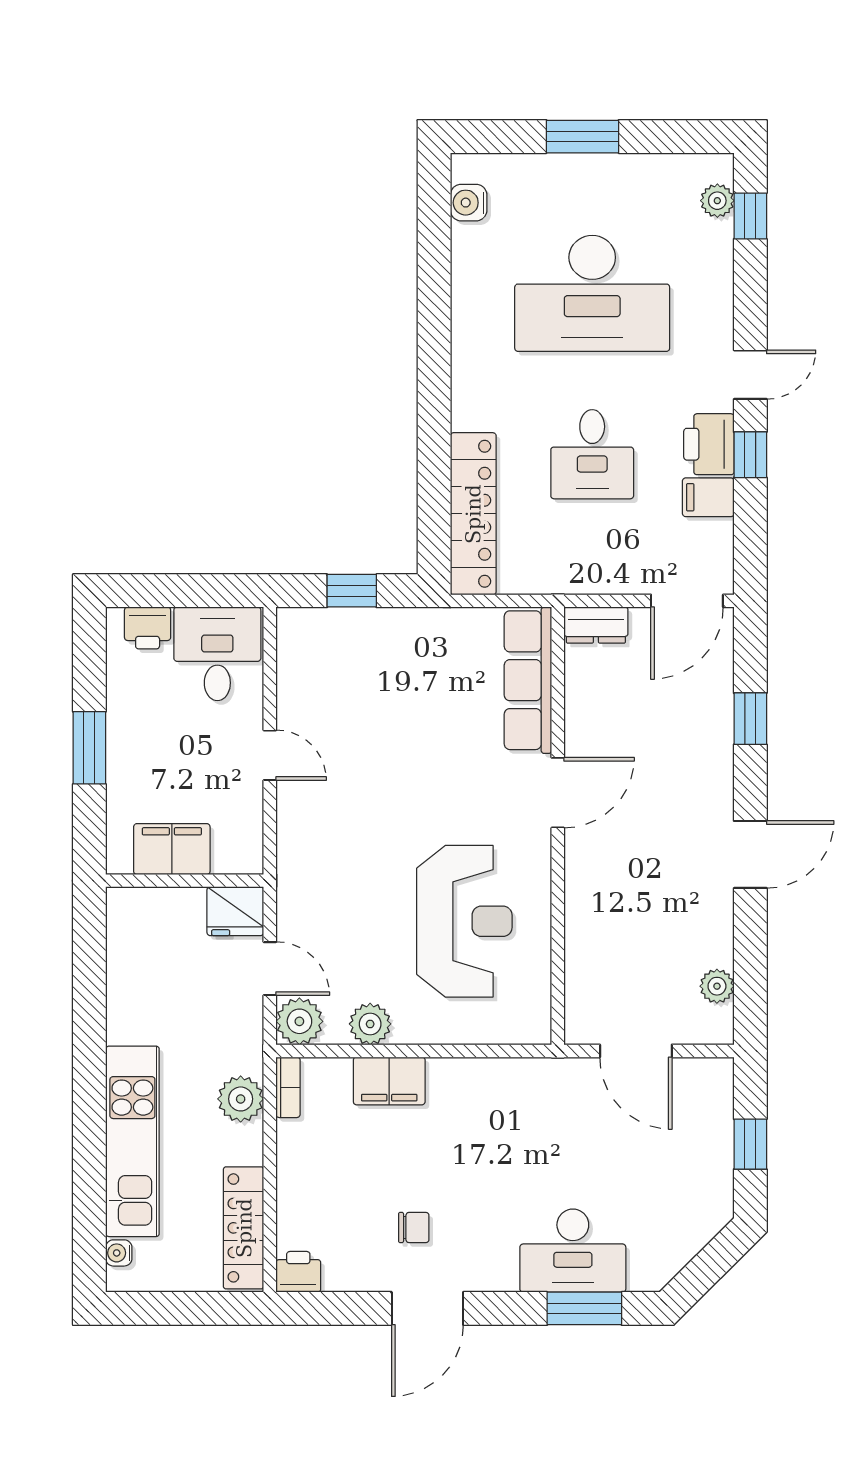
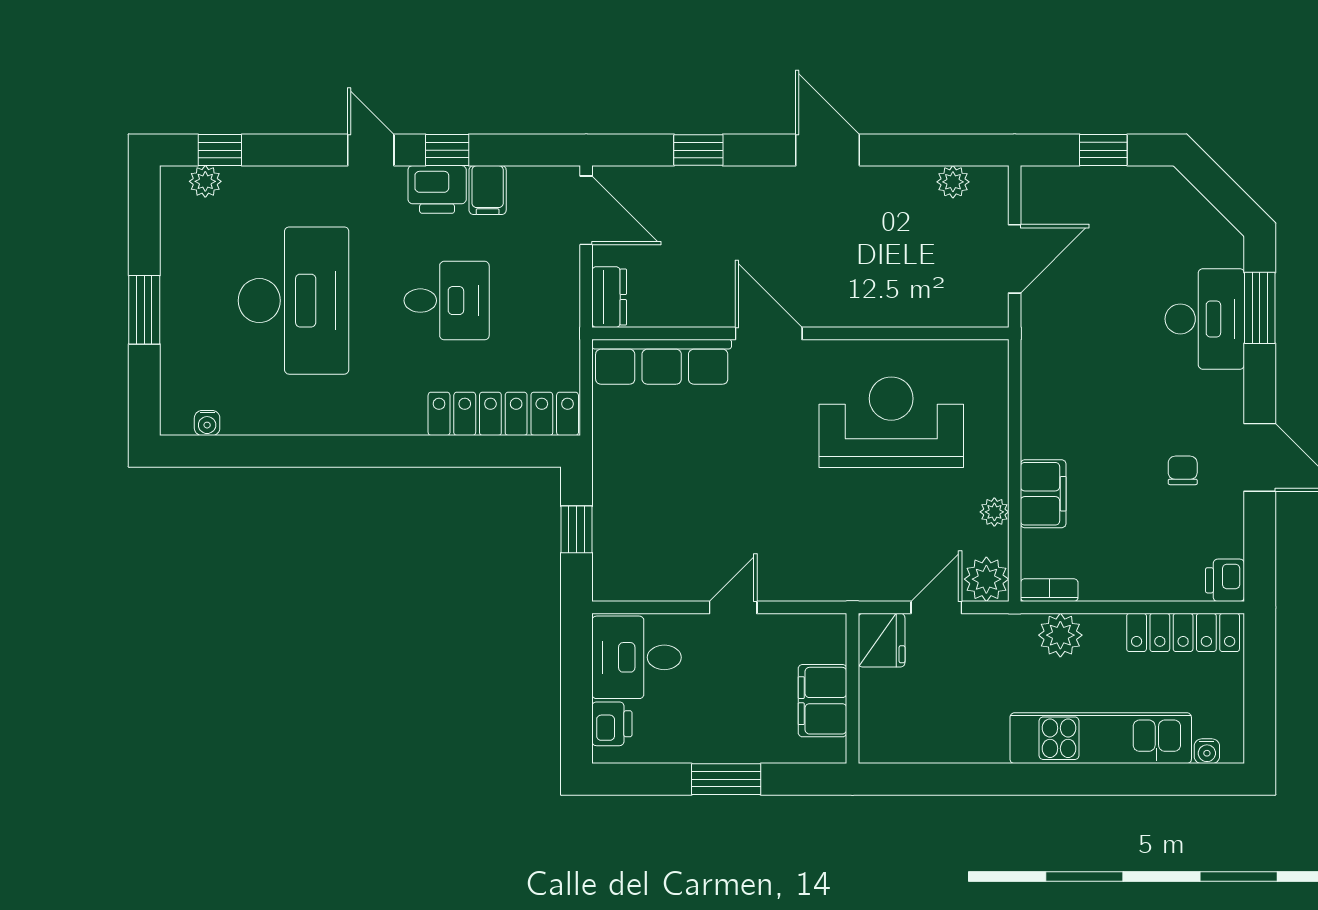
water cooler: (469, 203) -> (207, 423), width x0.72, depth x0.72
plant: (370, 1024) -> (994, 512), width x0.73, depth x0.73

